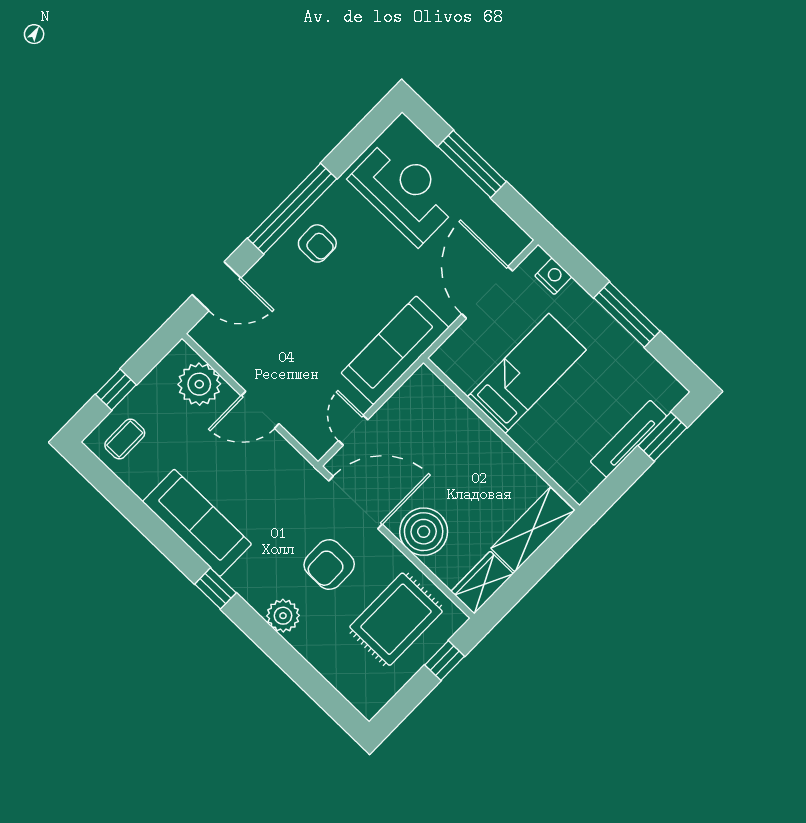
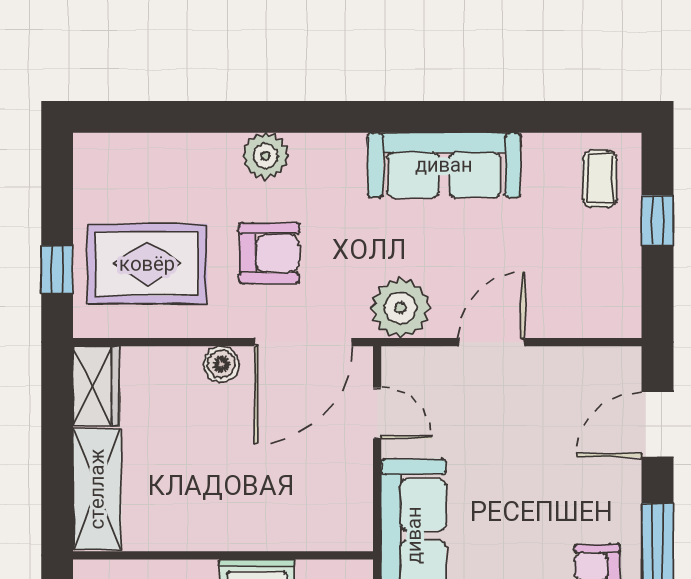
plant: (199, 384) -> (401, 308), moved
boiler: (424, 532) -> (221, 364), width x0.54, depth x0.54
armchair: (329, 565) -> (269, 253), turned 90
window: (215, 588) -> (361, 117), removed
rug: (396, 619) -> (147, 264), turned 90

